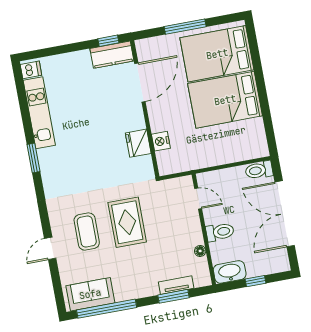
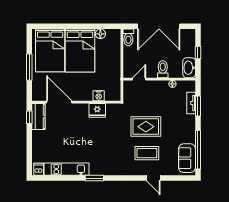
floor lamp: (256, 126) -> (100, 34), added

